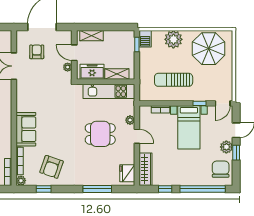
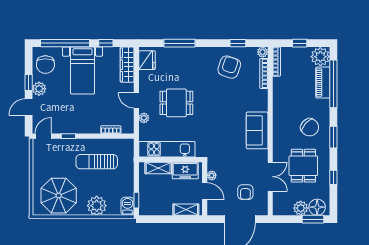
sun lounger: (174, 80) -> (97, 162), turned 180
bed with nightstands: (189, 127) -> (83, 70), moved, turned 180
sofa: (26, 129) -> (257, 130), moved

